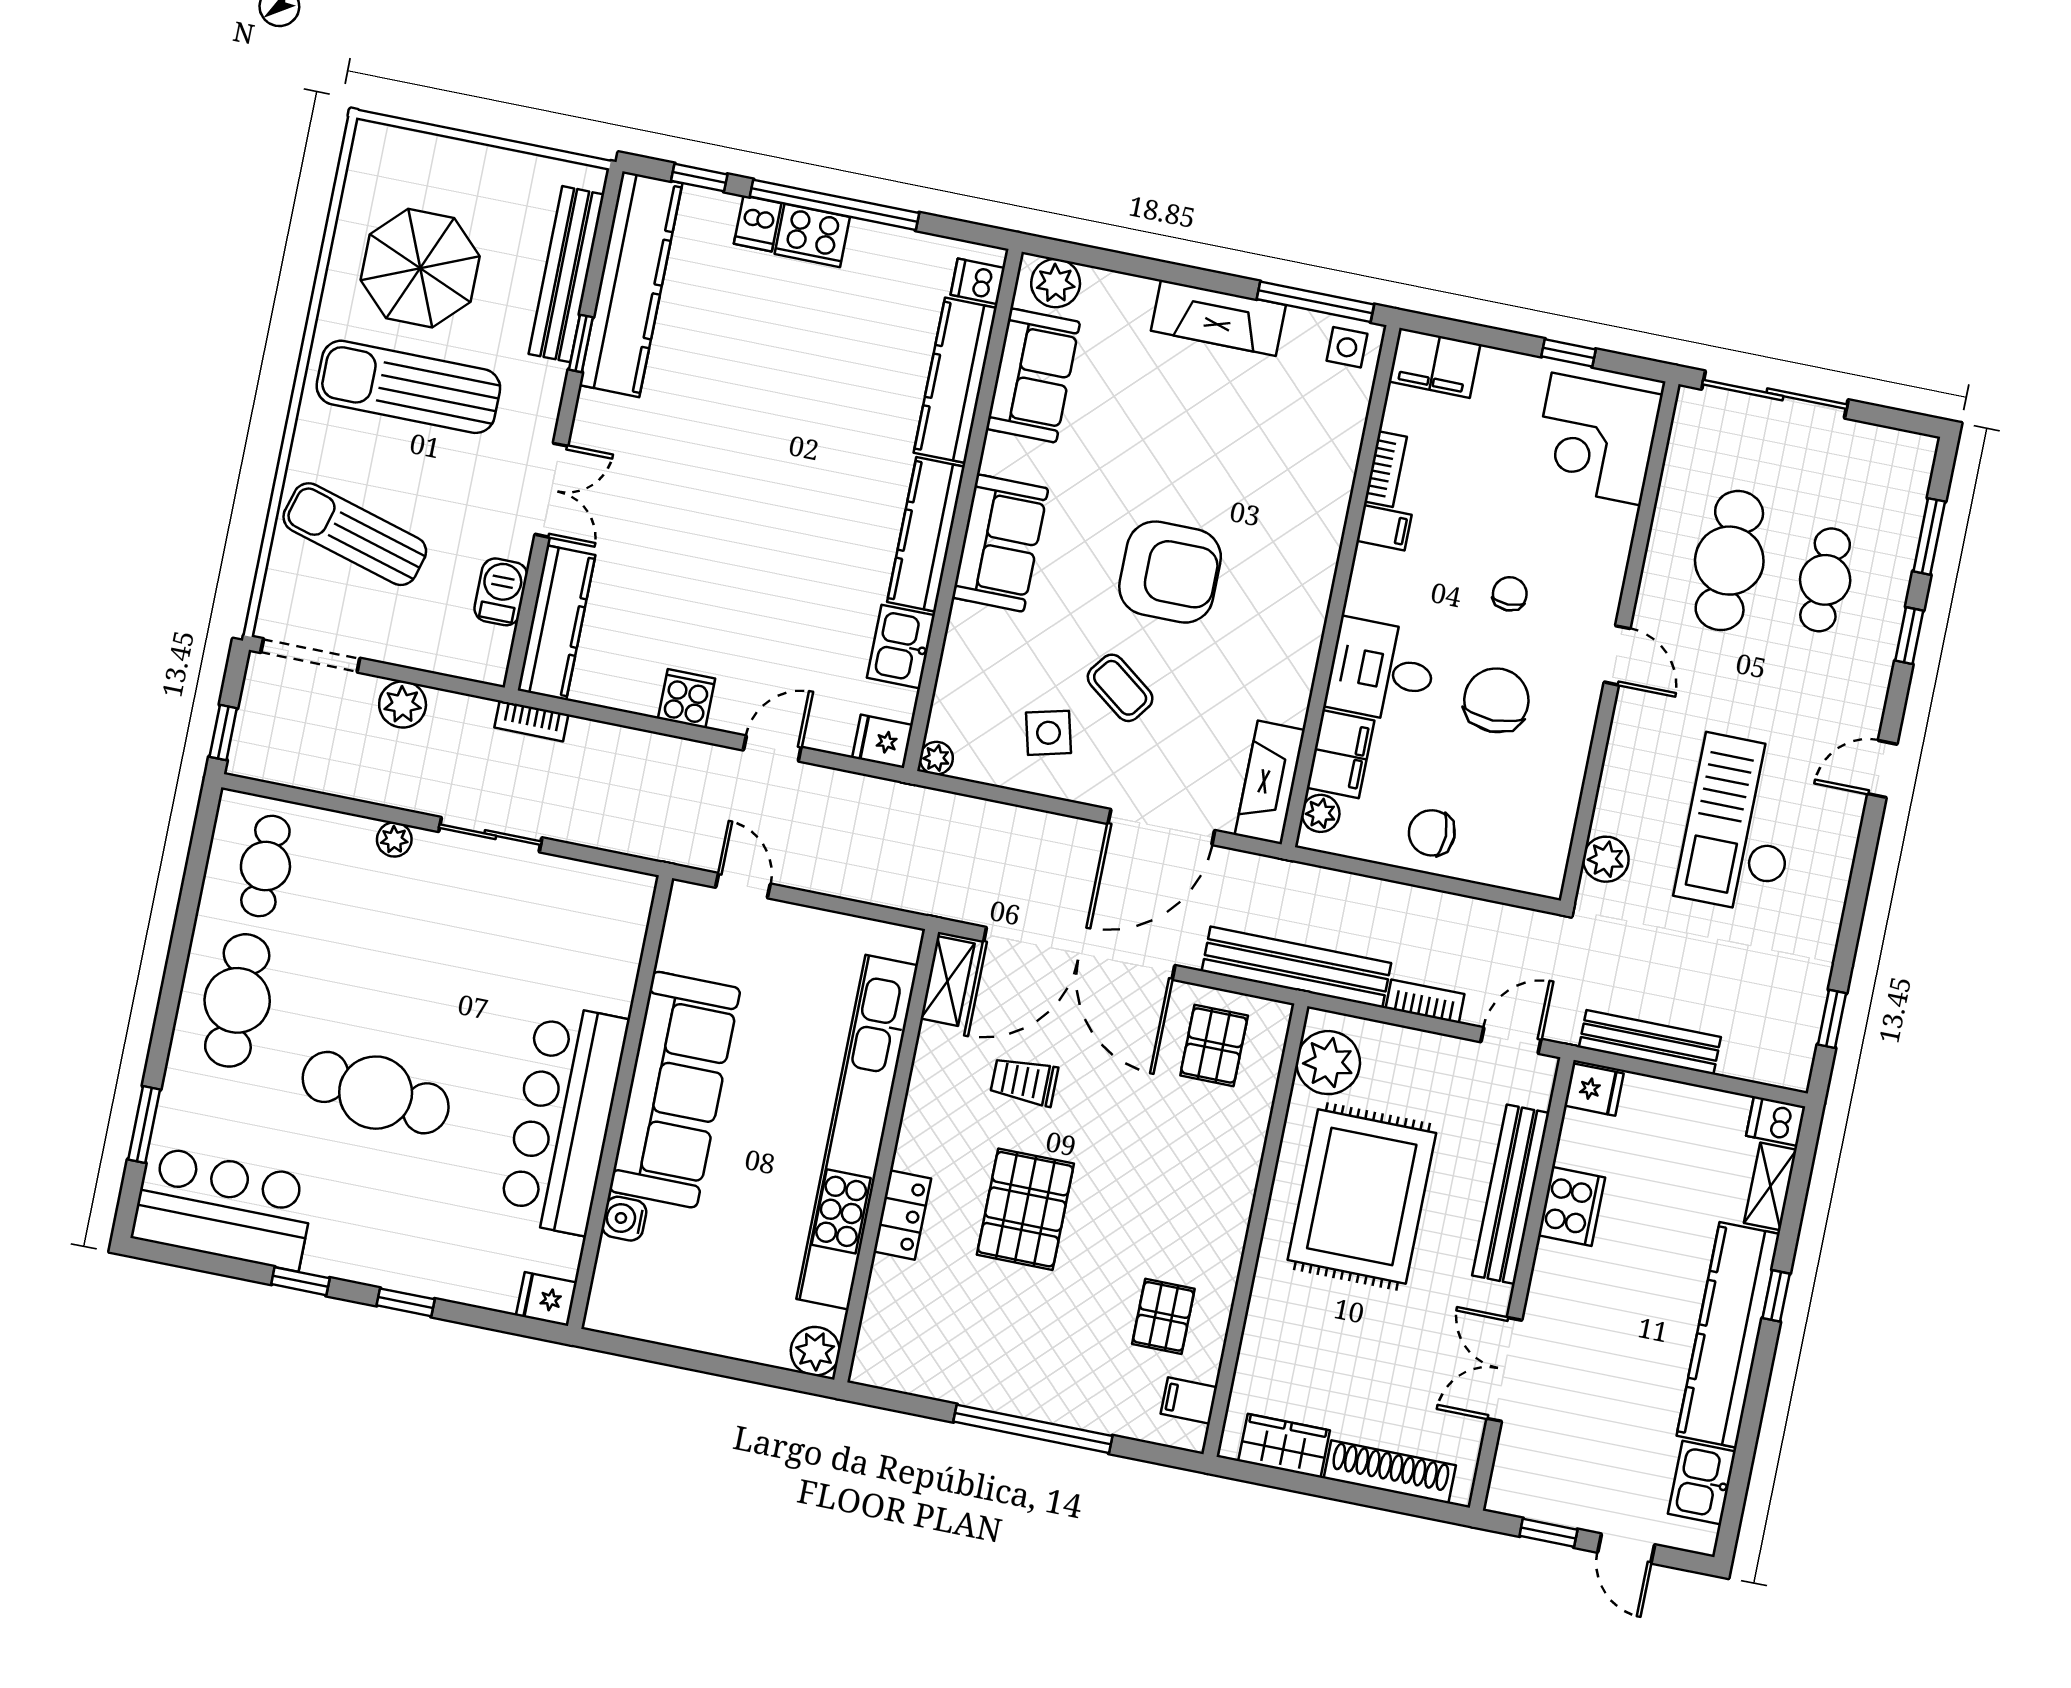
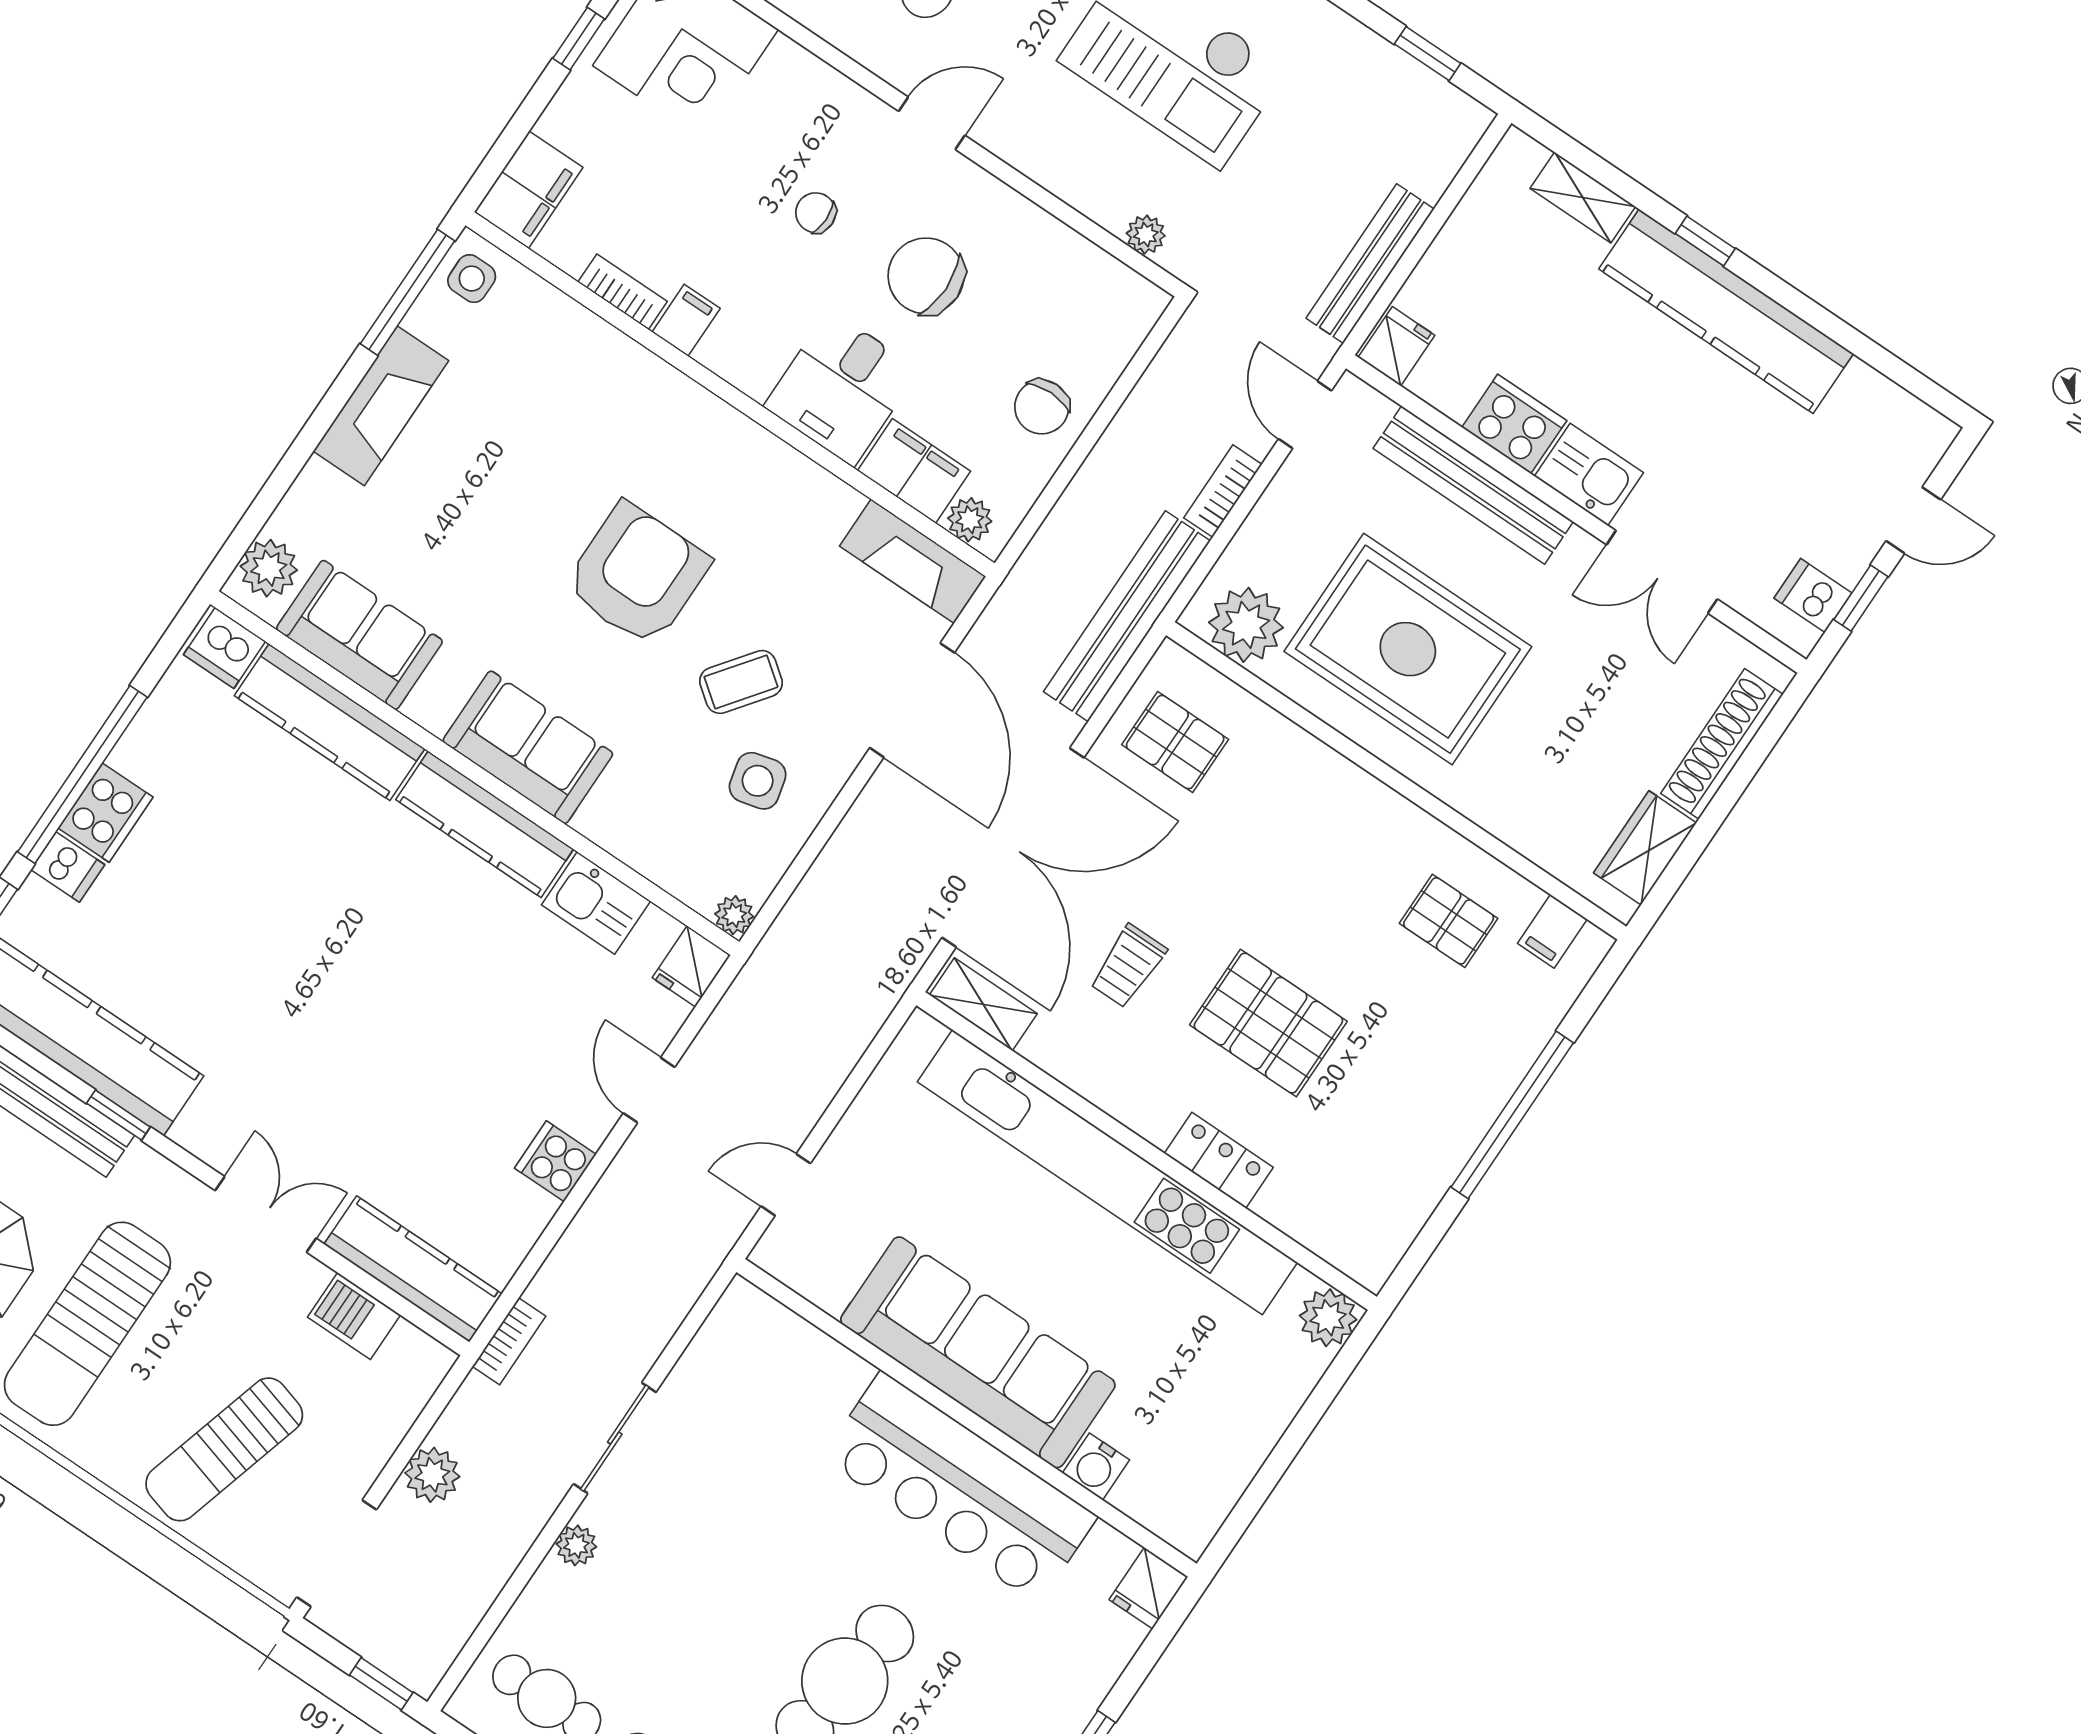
dishwasher: (978, 281) -> (225, 648), width x1.38
plant: (1606, 859) -> (1146, 235), width x0.73, depth x0.73
dishwasher: (1776, 1121) -> (1813, 595), moved, turned 90
kitchen sink: (1702, 1483) -> (1589, 474), moved, turned 180

